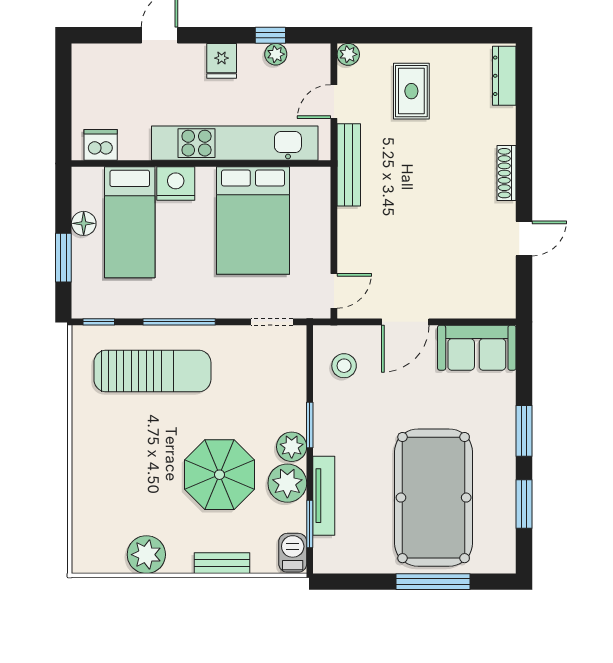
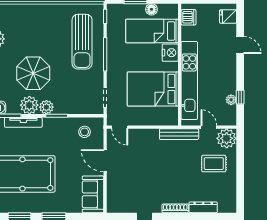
plant: (348, 54) -> (227, 138), width x1.88, depth x1.88
fridge: (222, 61) -> (228, 17), moved
dresser: (504, 76) -> (203, 207), moved

